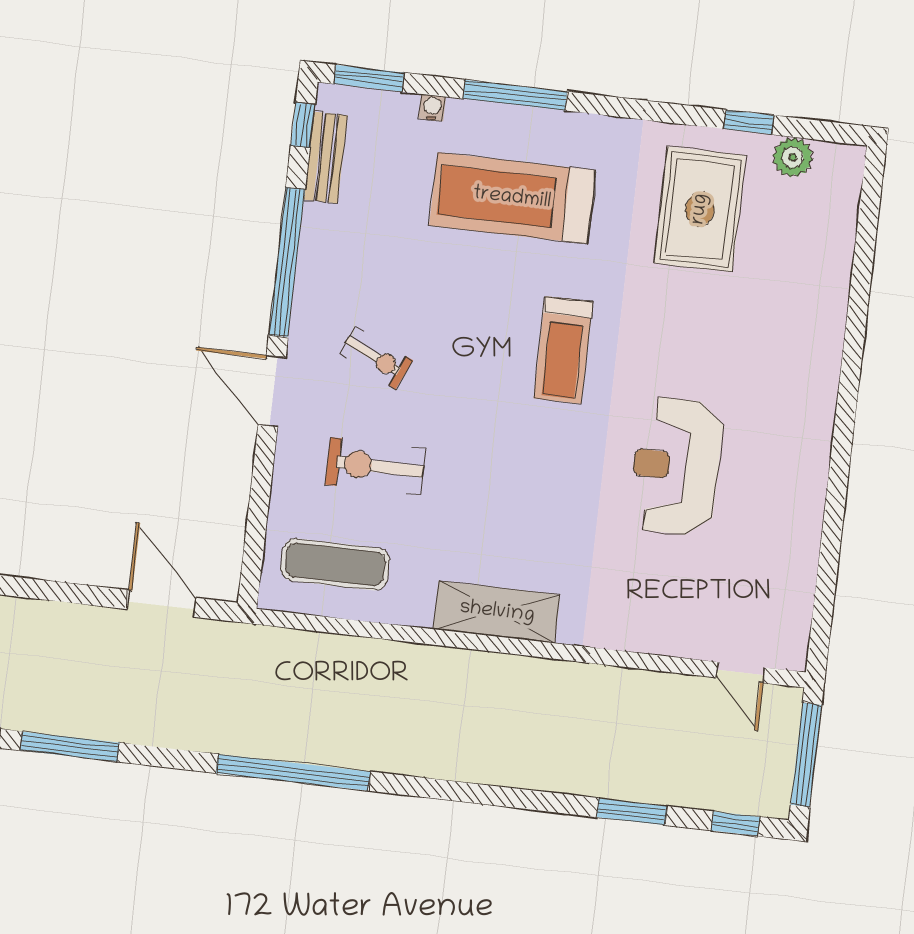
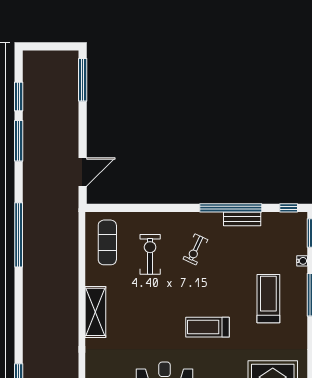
bench: (326, 157) -> (242, 219), moved
treadmill: (512, 198) -> (268, 299), width x0.73, depth x0.73
door: (272, 391) -> (176, 208), removed

